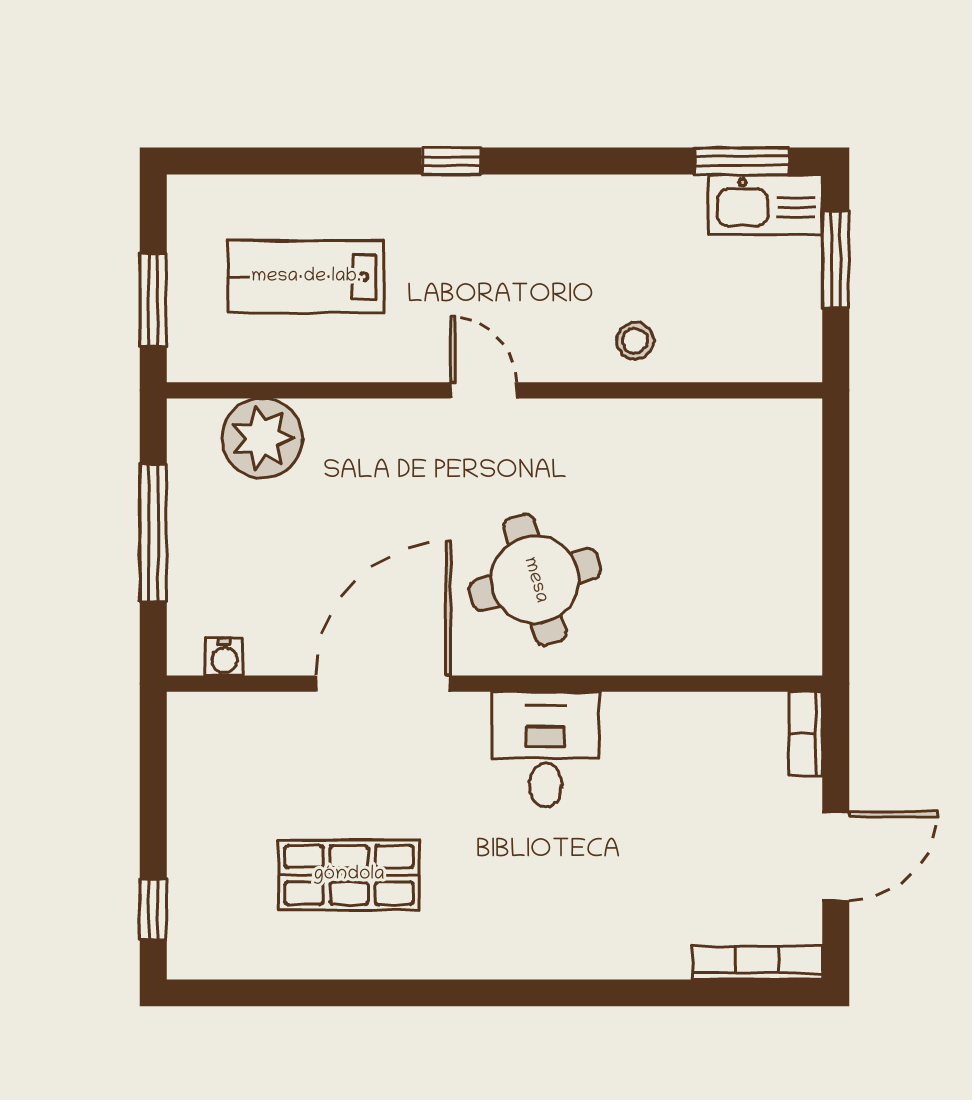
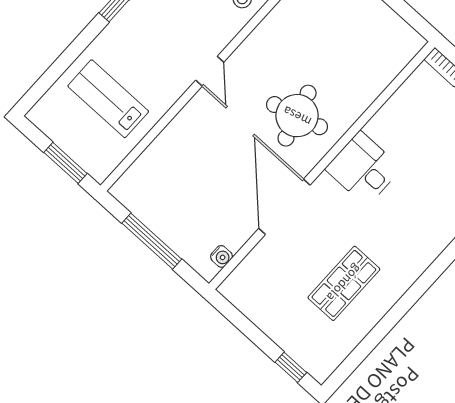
lab bench: (306, 277) -> (108, 99), turned 90
door: (483, 390) -> (210, 71), swing flipped
plant: (262, 438) -> (153, 169), removed

